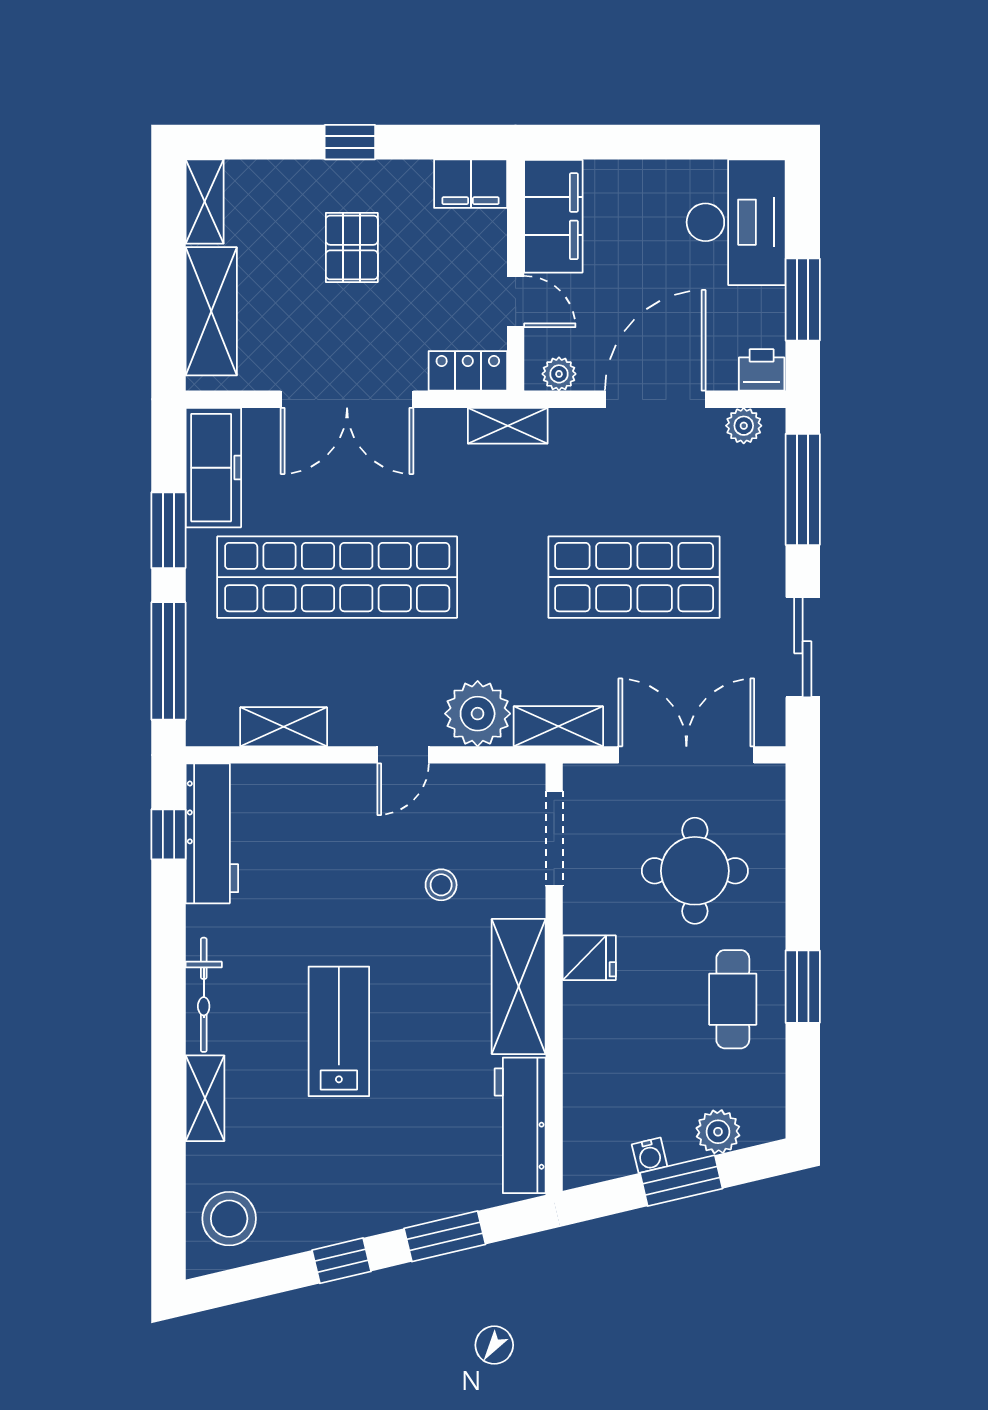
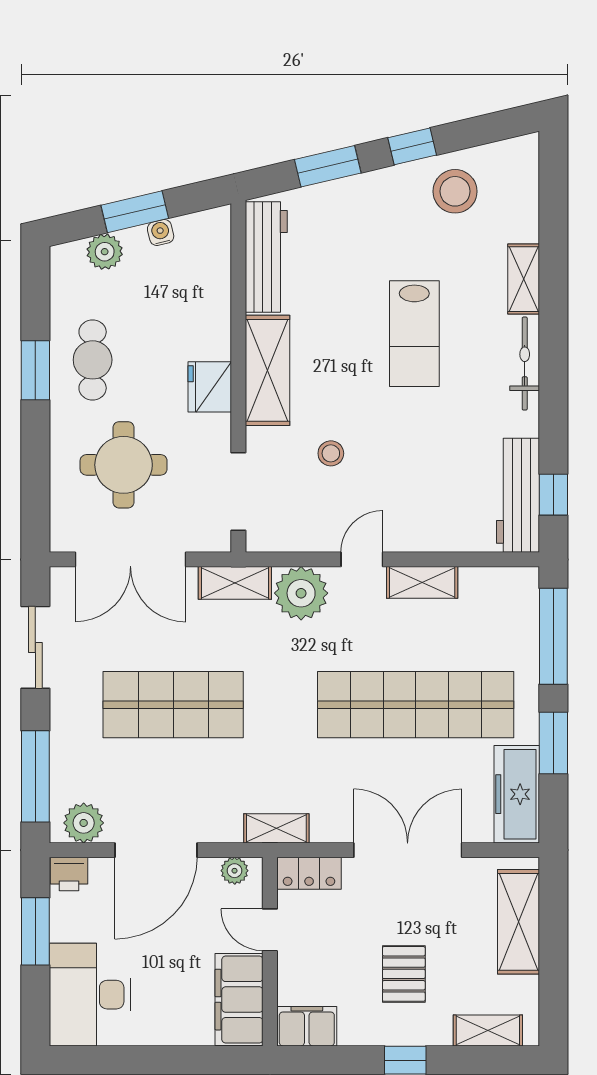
shelving: (205, 202) -> (488, 1030), moved, turned 90
plant: (744, 426) -> (84, 823), width x1.38, depth x1.38
shelving: (284, 727) -> (422, 582), moved
fridge: (589, 958) -> (210, 387), width x1.38
stool: (229, 1219) -> (455, 191), moved

